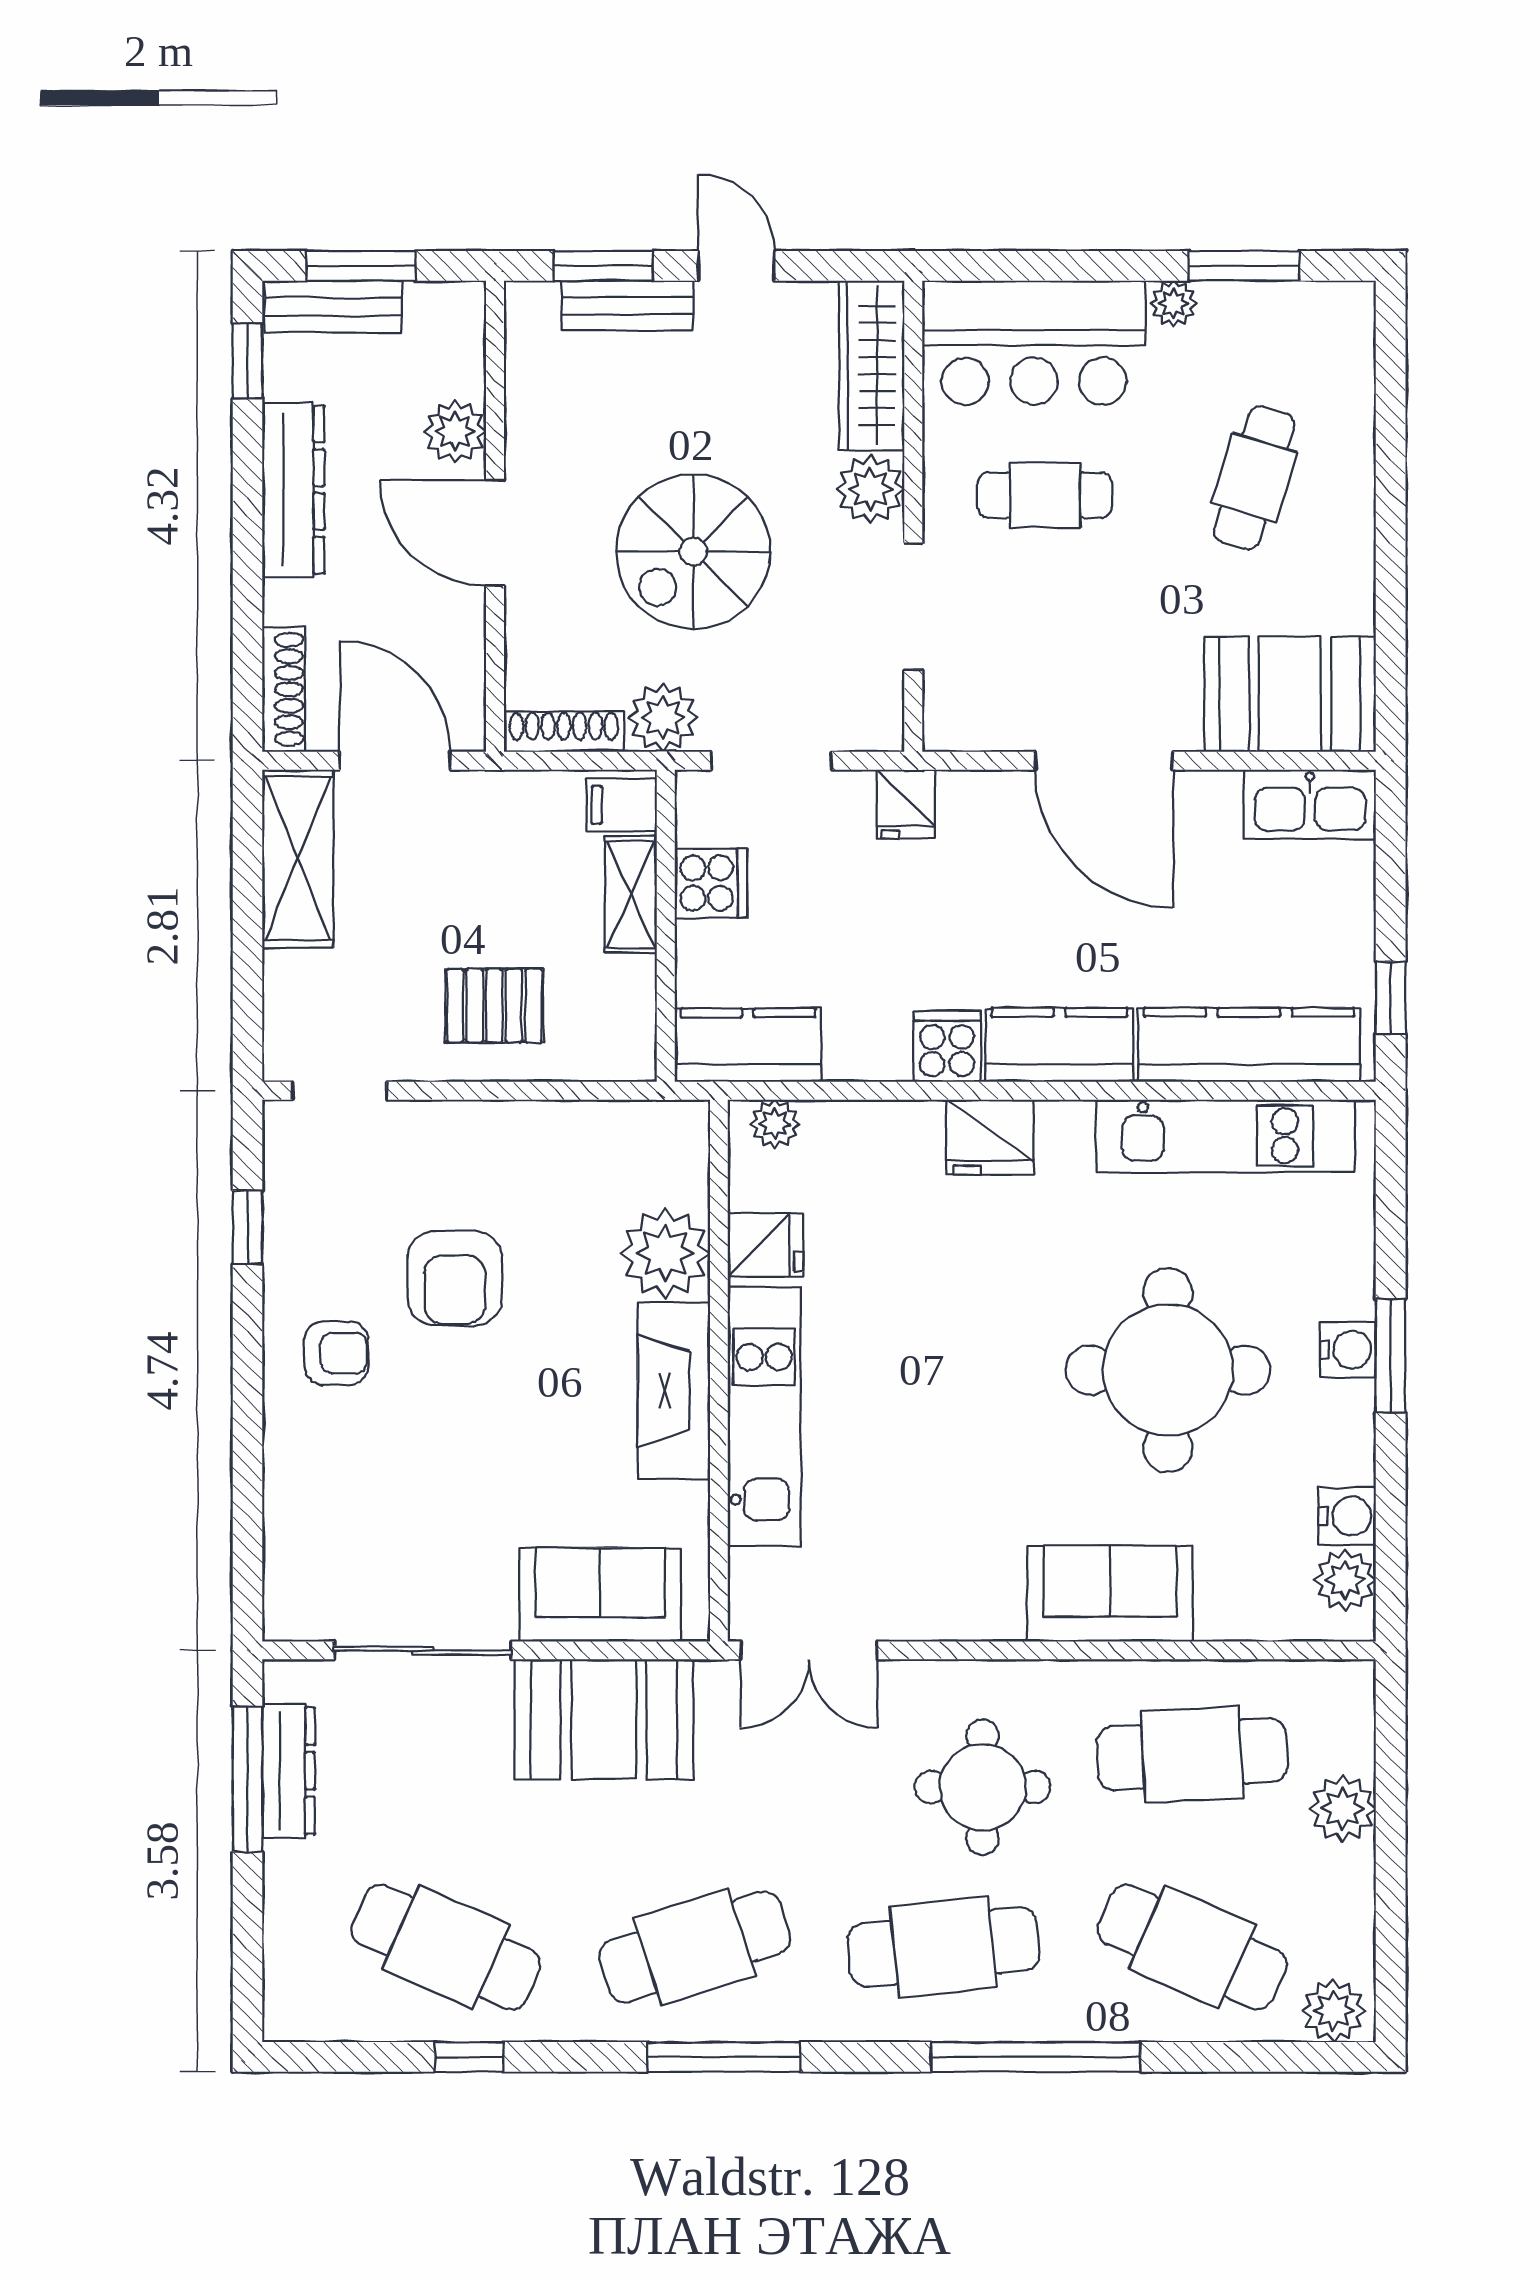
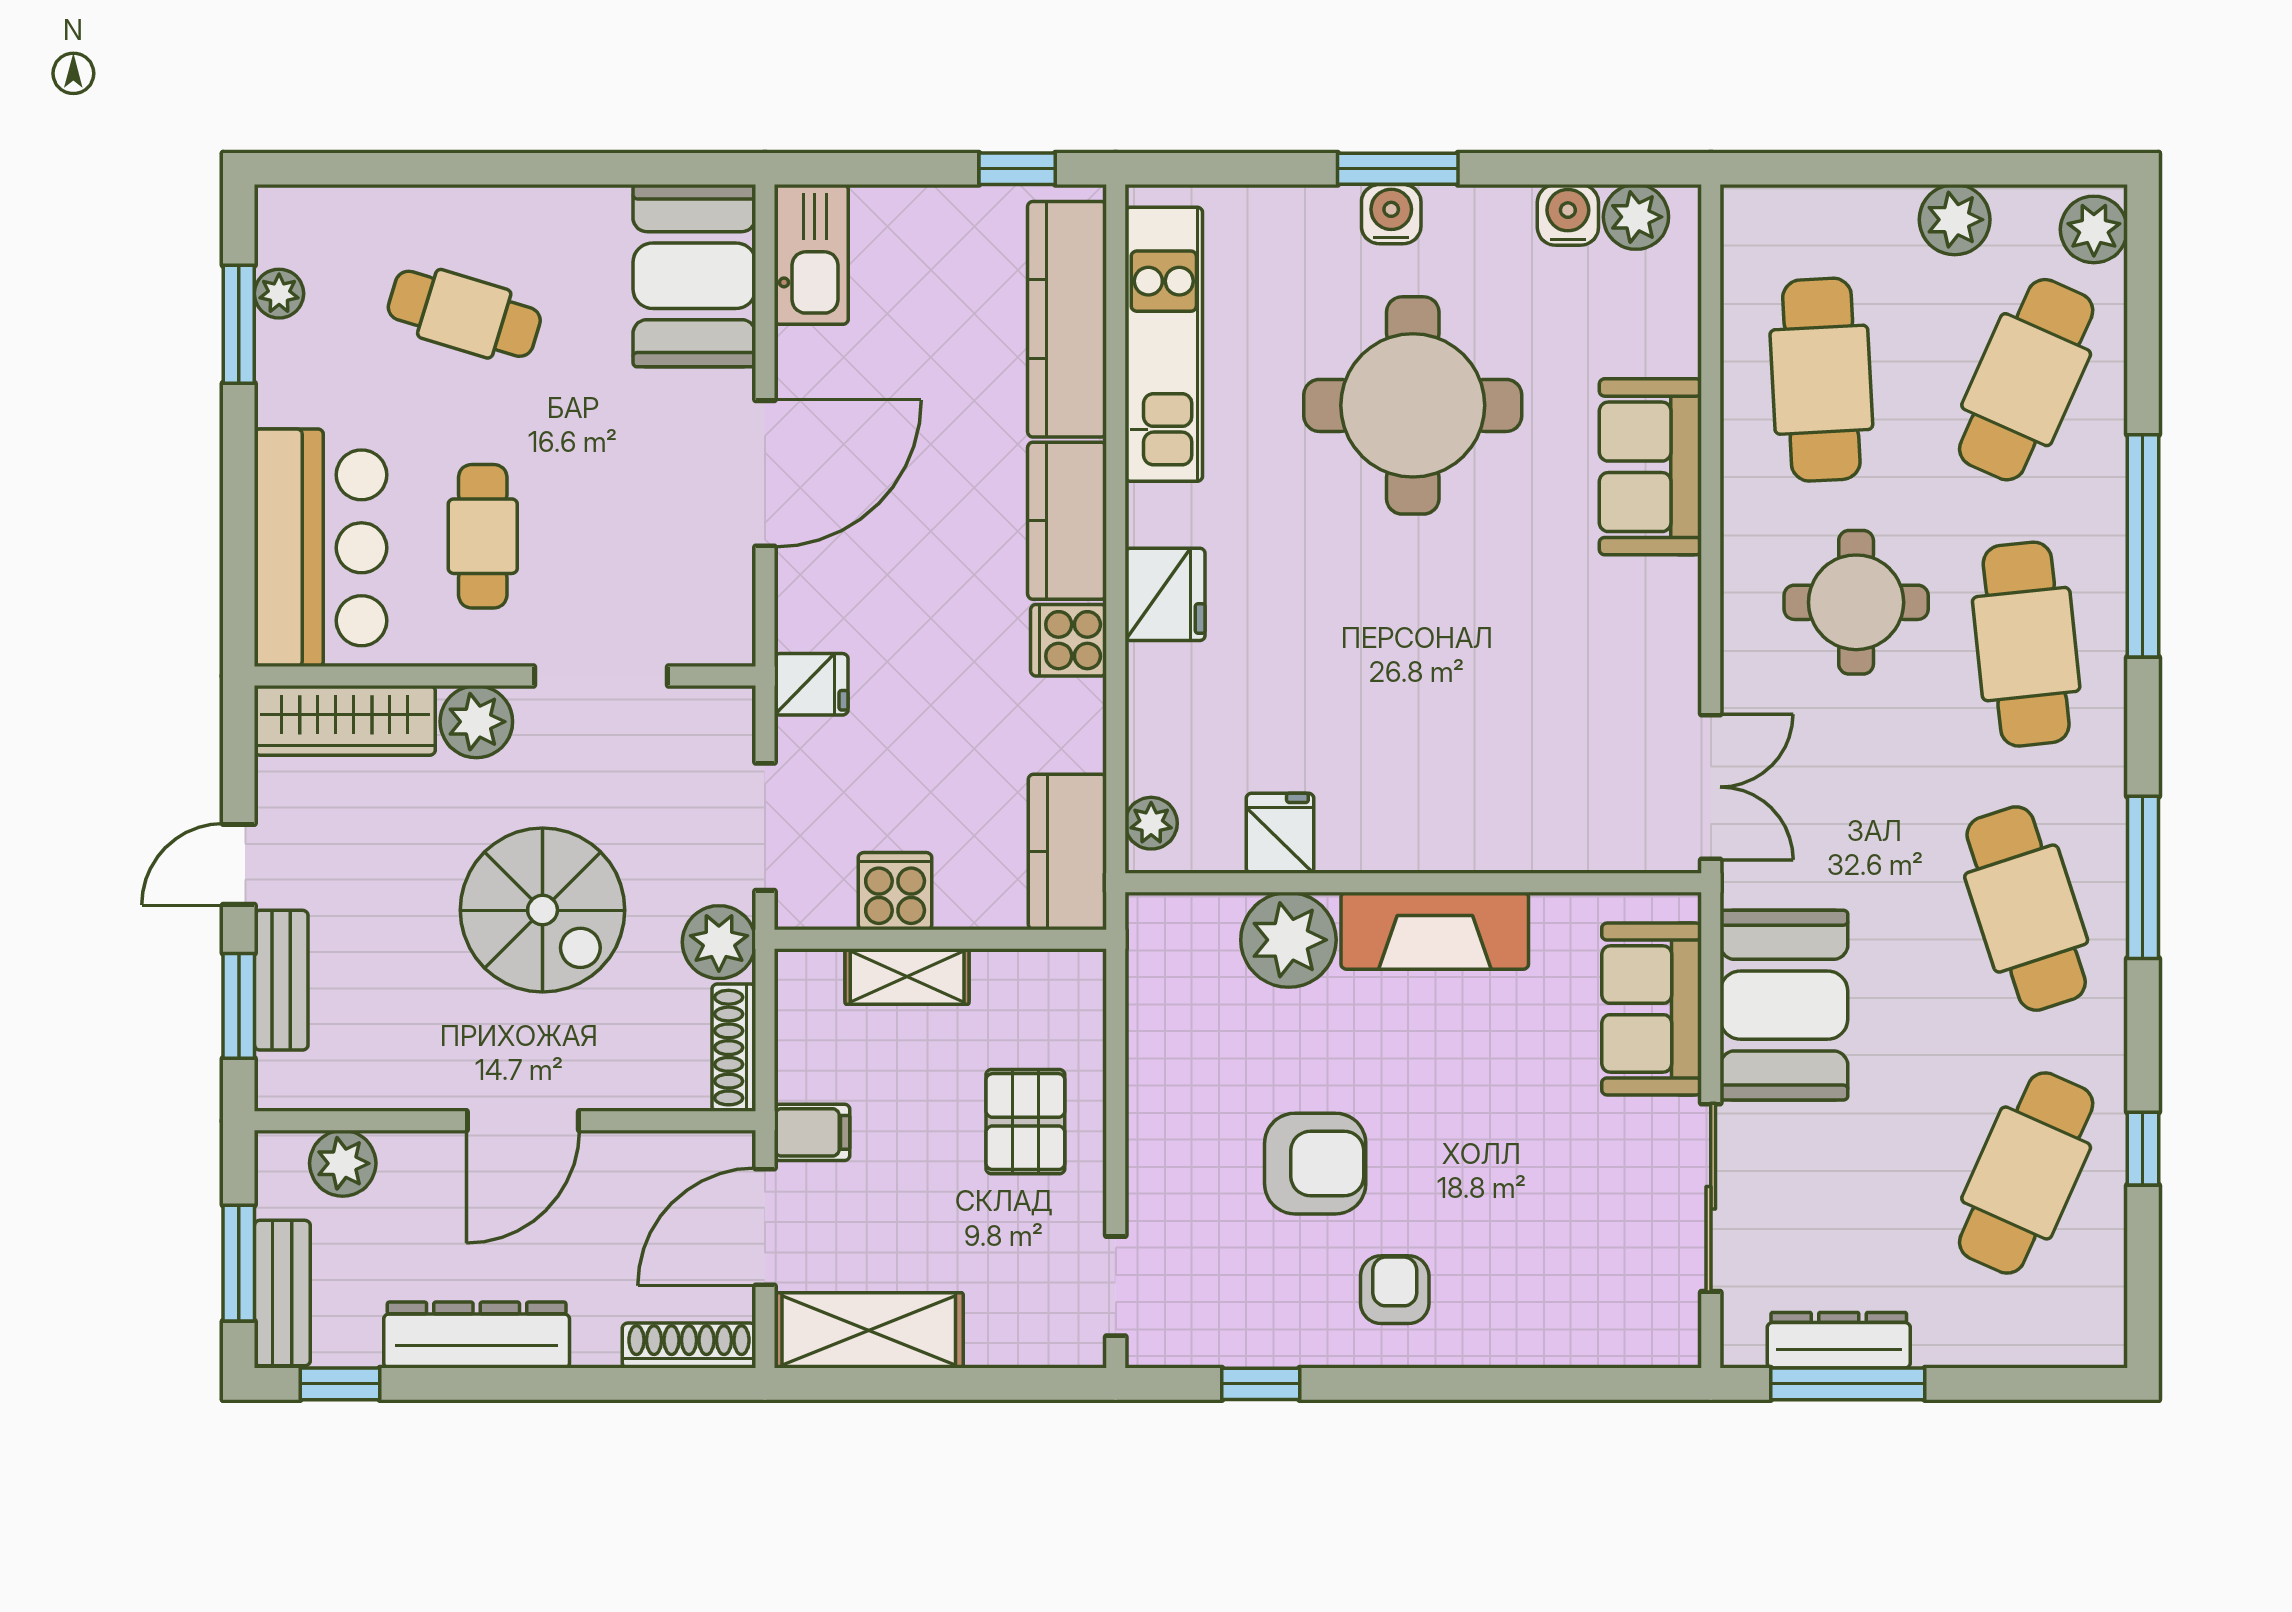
plant: (1174, 304) -> (279, 294), moved
plant: (455, 432) -> (343, 1163), moved
filing cabinet: (622, 805) -> (812, 1132), moved, turned -90
kitchen unit: (764, 1417) -> (1462, 835), removed
plant: (1343, 1808) -> (1955, 220), moved

